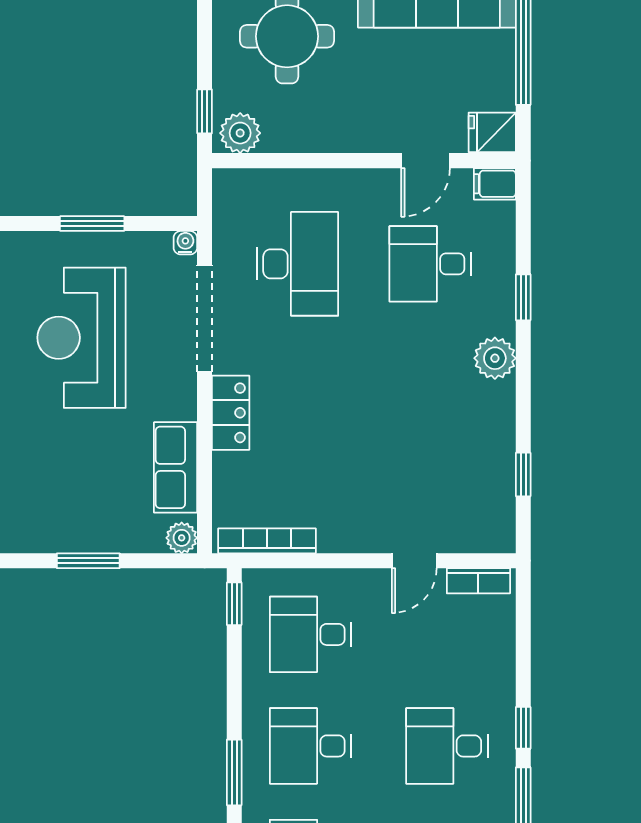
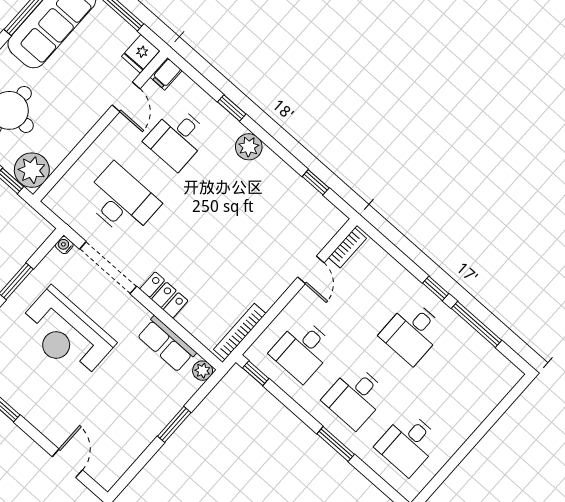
plant: (240, 133) -> (32, 170), width x1.36, depth x1.36

